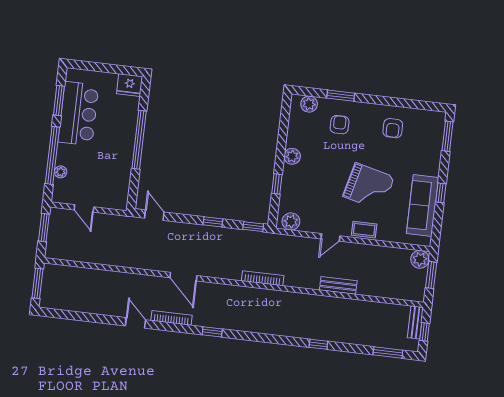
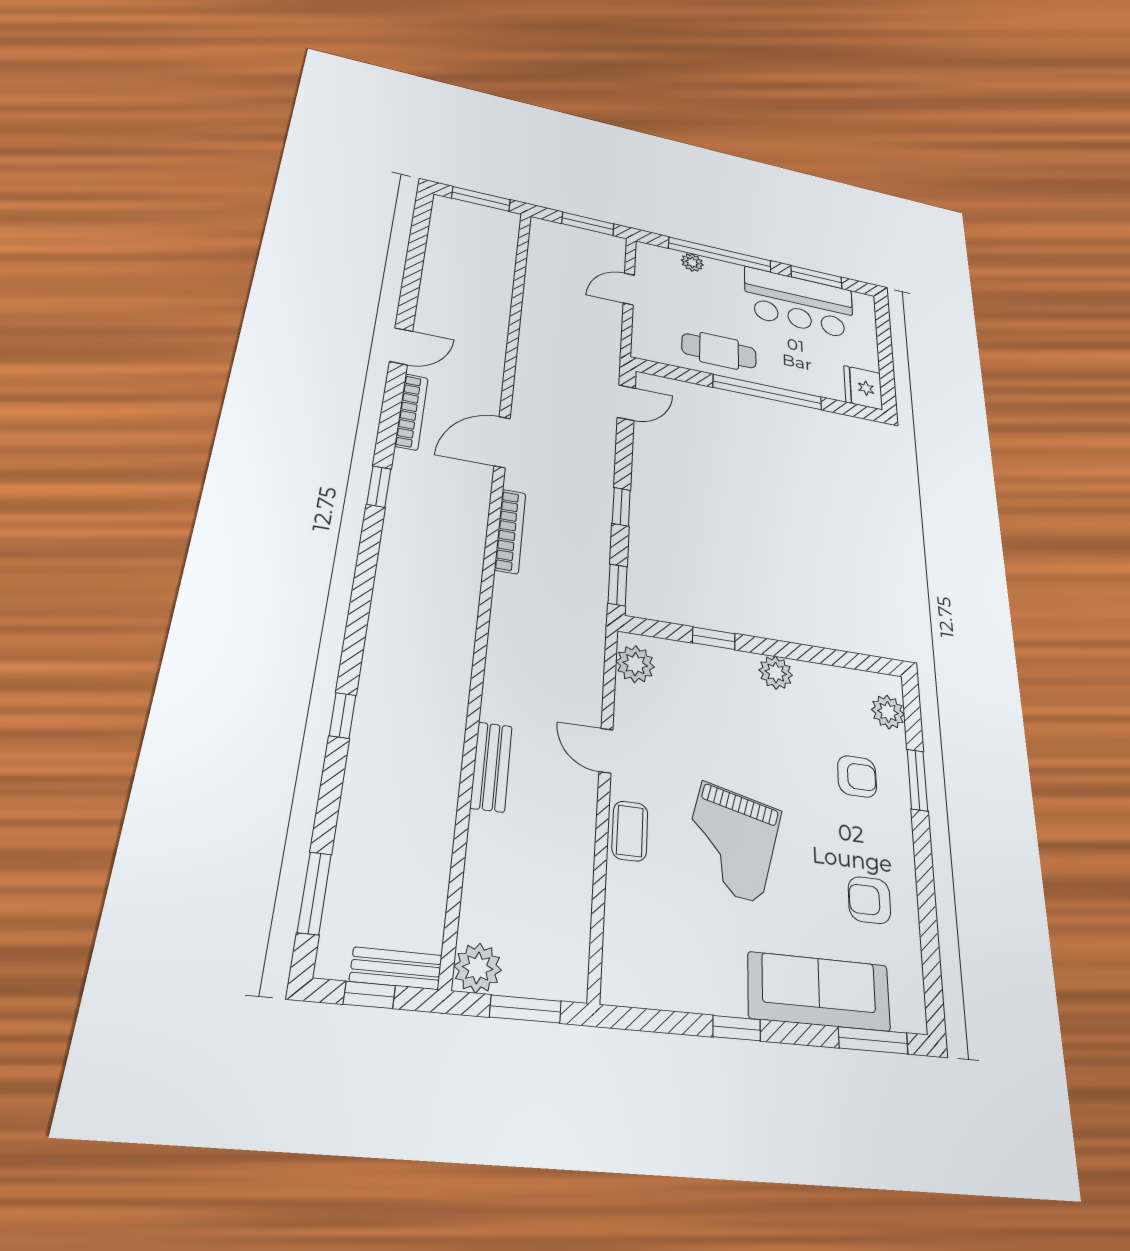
cafe table: (117, 163) -> (719, 351), added
sofa: (423, 206) -> (819, 991), moved
plant: (420, 259) -> (478, 968), moved
bookcase: (263, 278) -> (510, 531), moved

